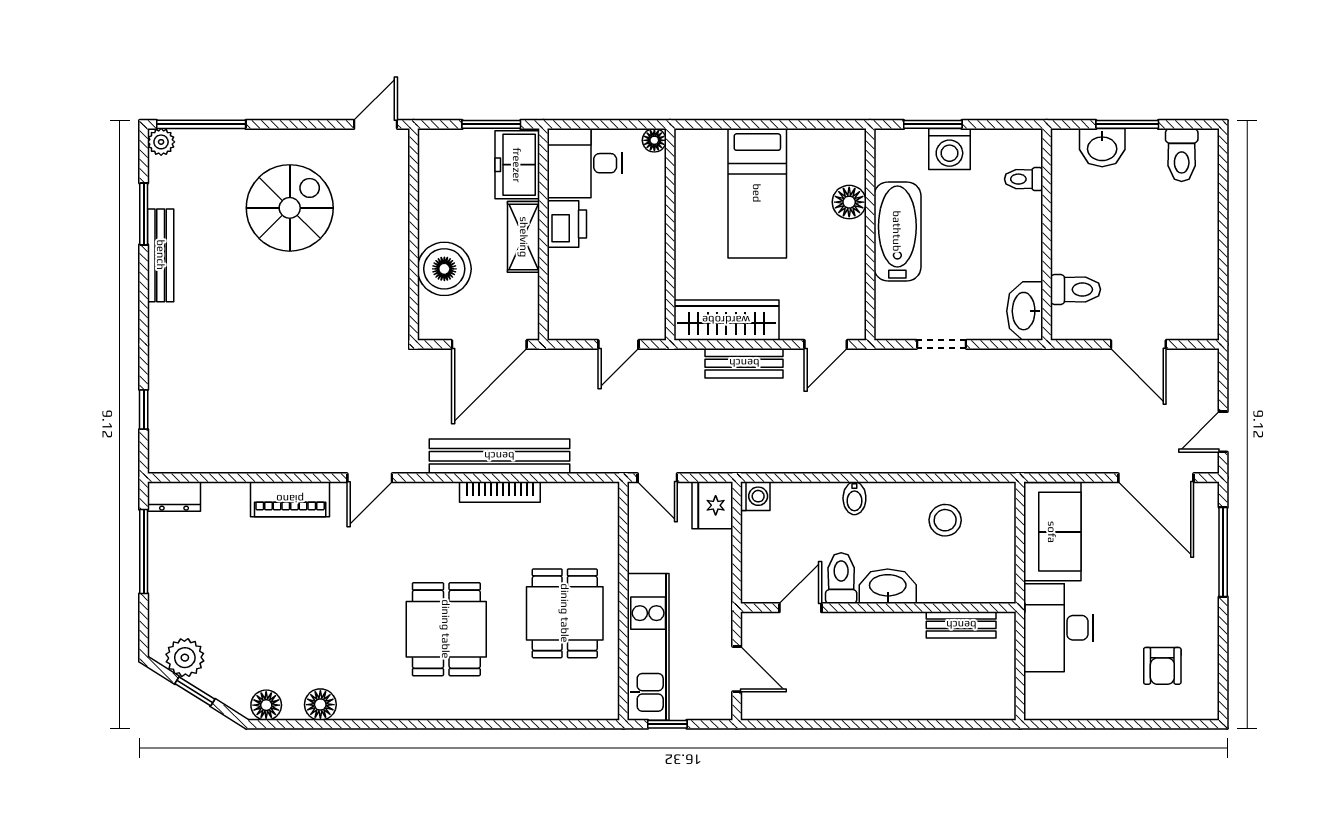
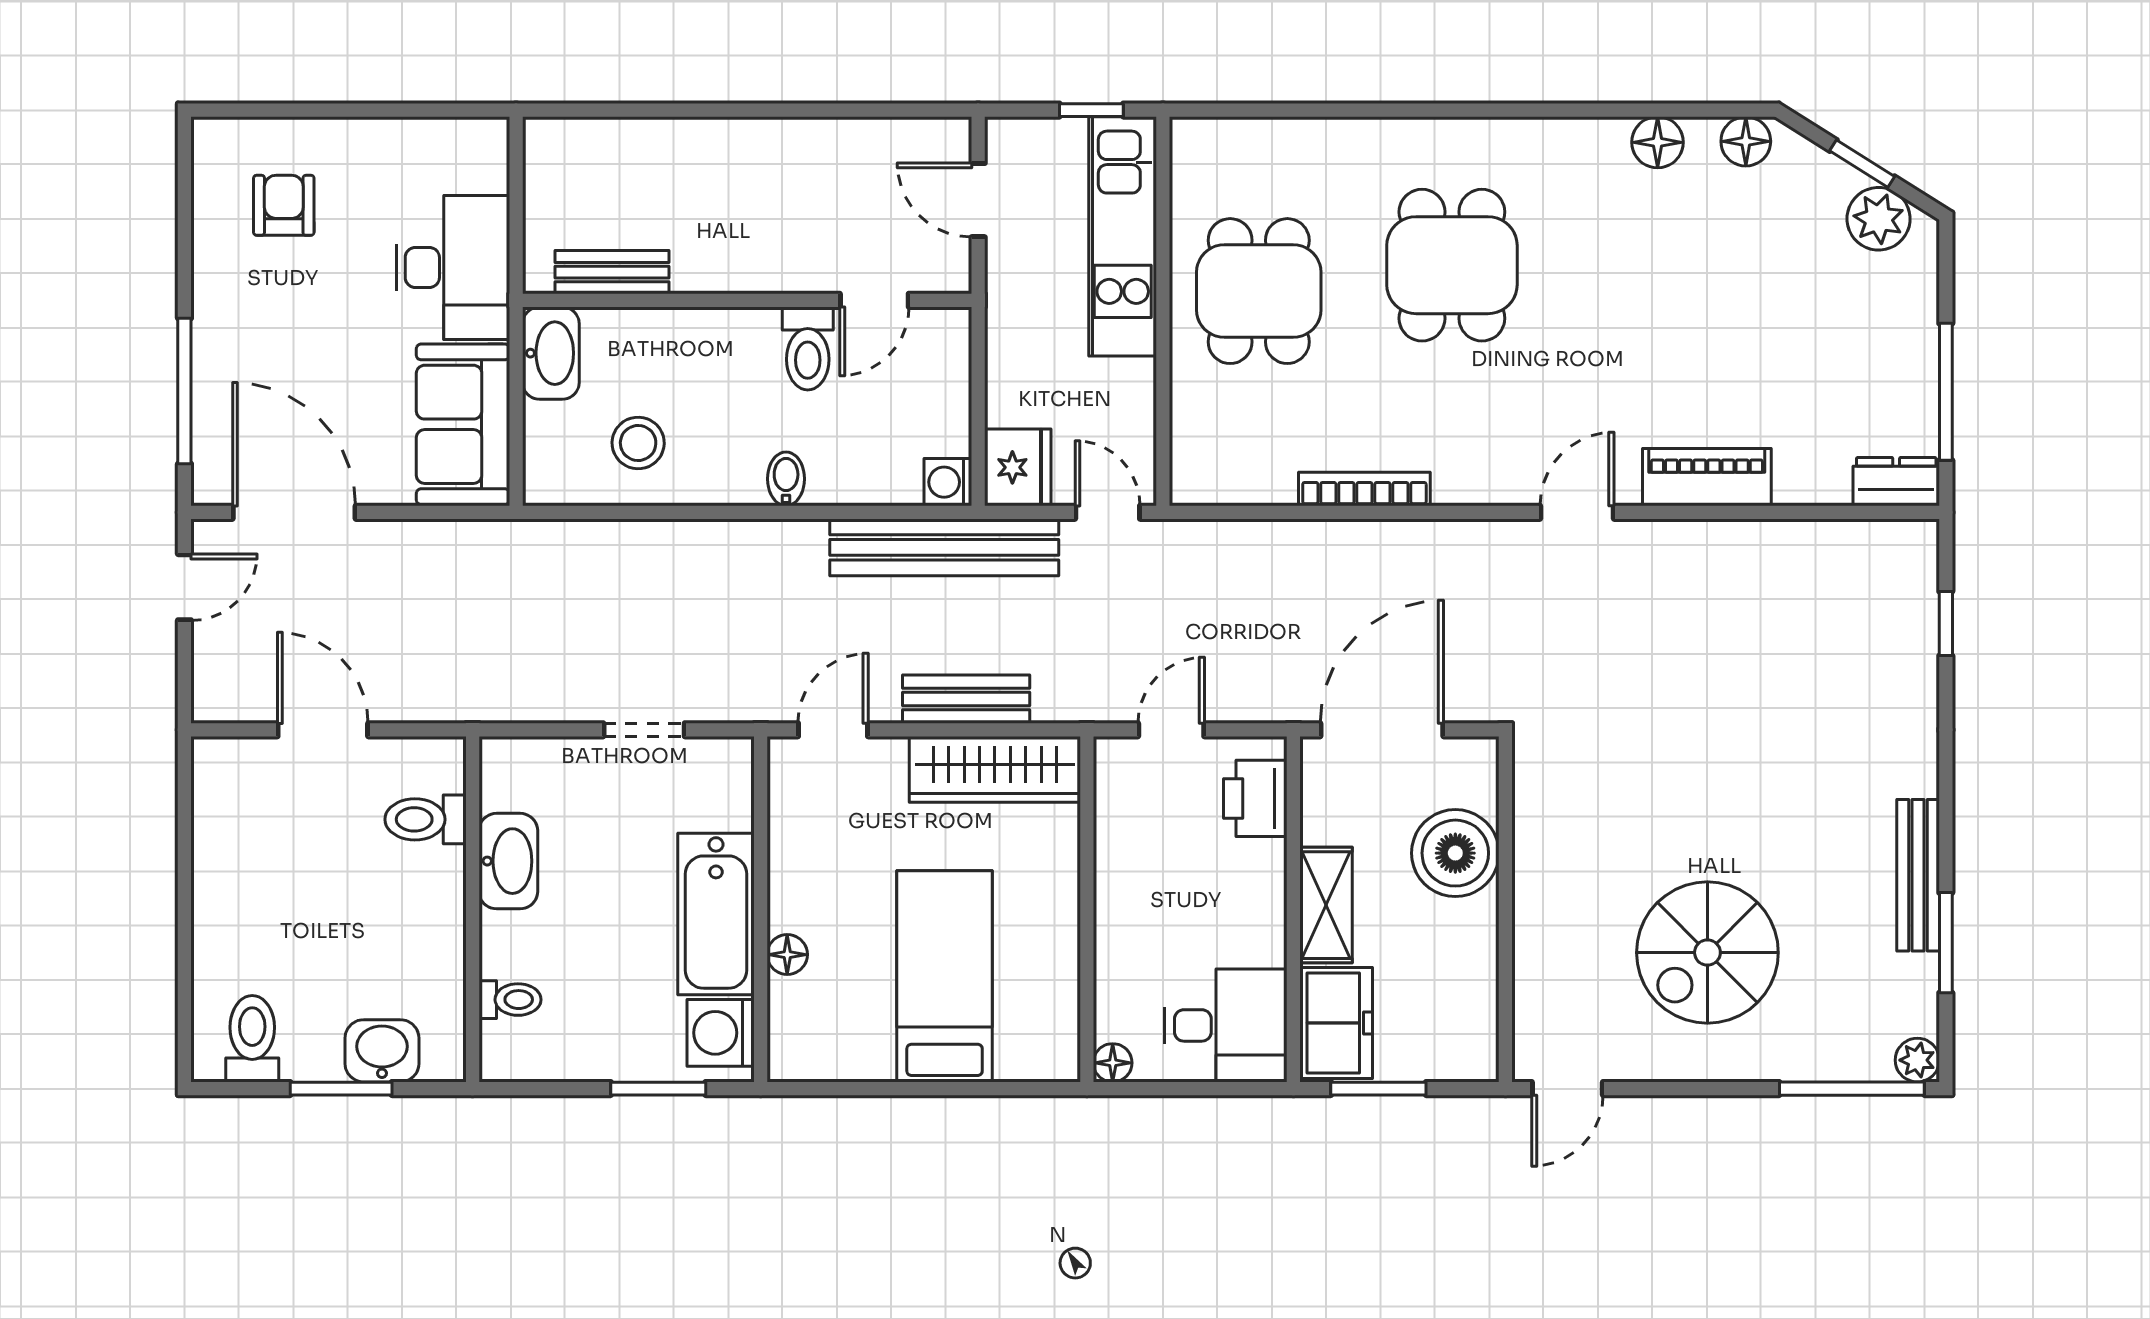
washing machine: (949, 149) -> (721, 1033), moved, turned -90
floor lamp: (849, 202) -> (787, 955), width x0.73, depth x0.73
printer: (567, 224) -> (1255, 798), moved
washbasin: (1025, 311) -> (508, 861), moved
bench: (499, 456) -> (944, 547), moved
washbasin: (888, 586) -> (551, 353), moved, turned -90

